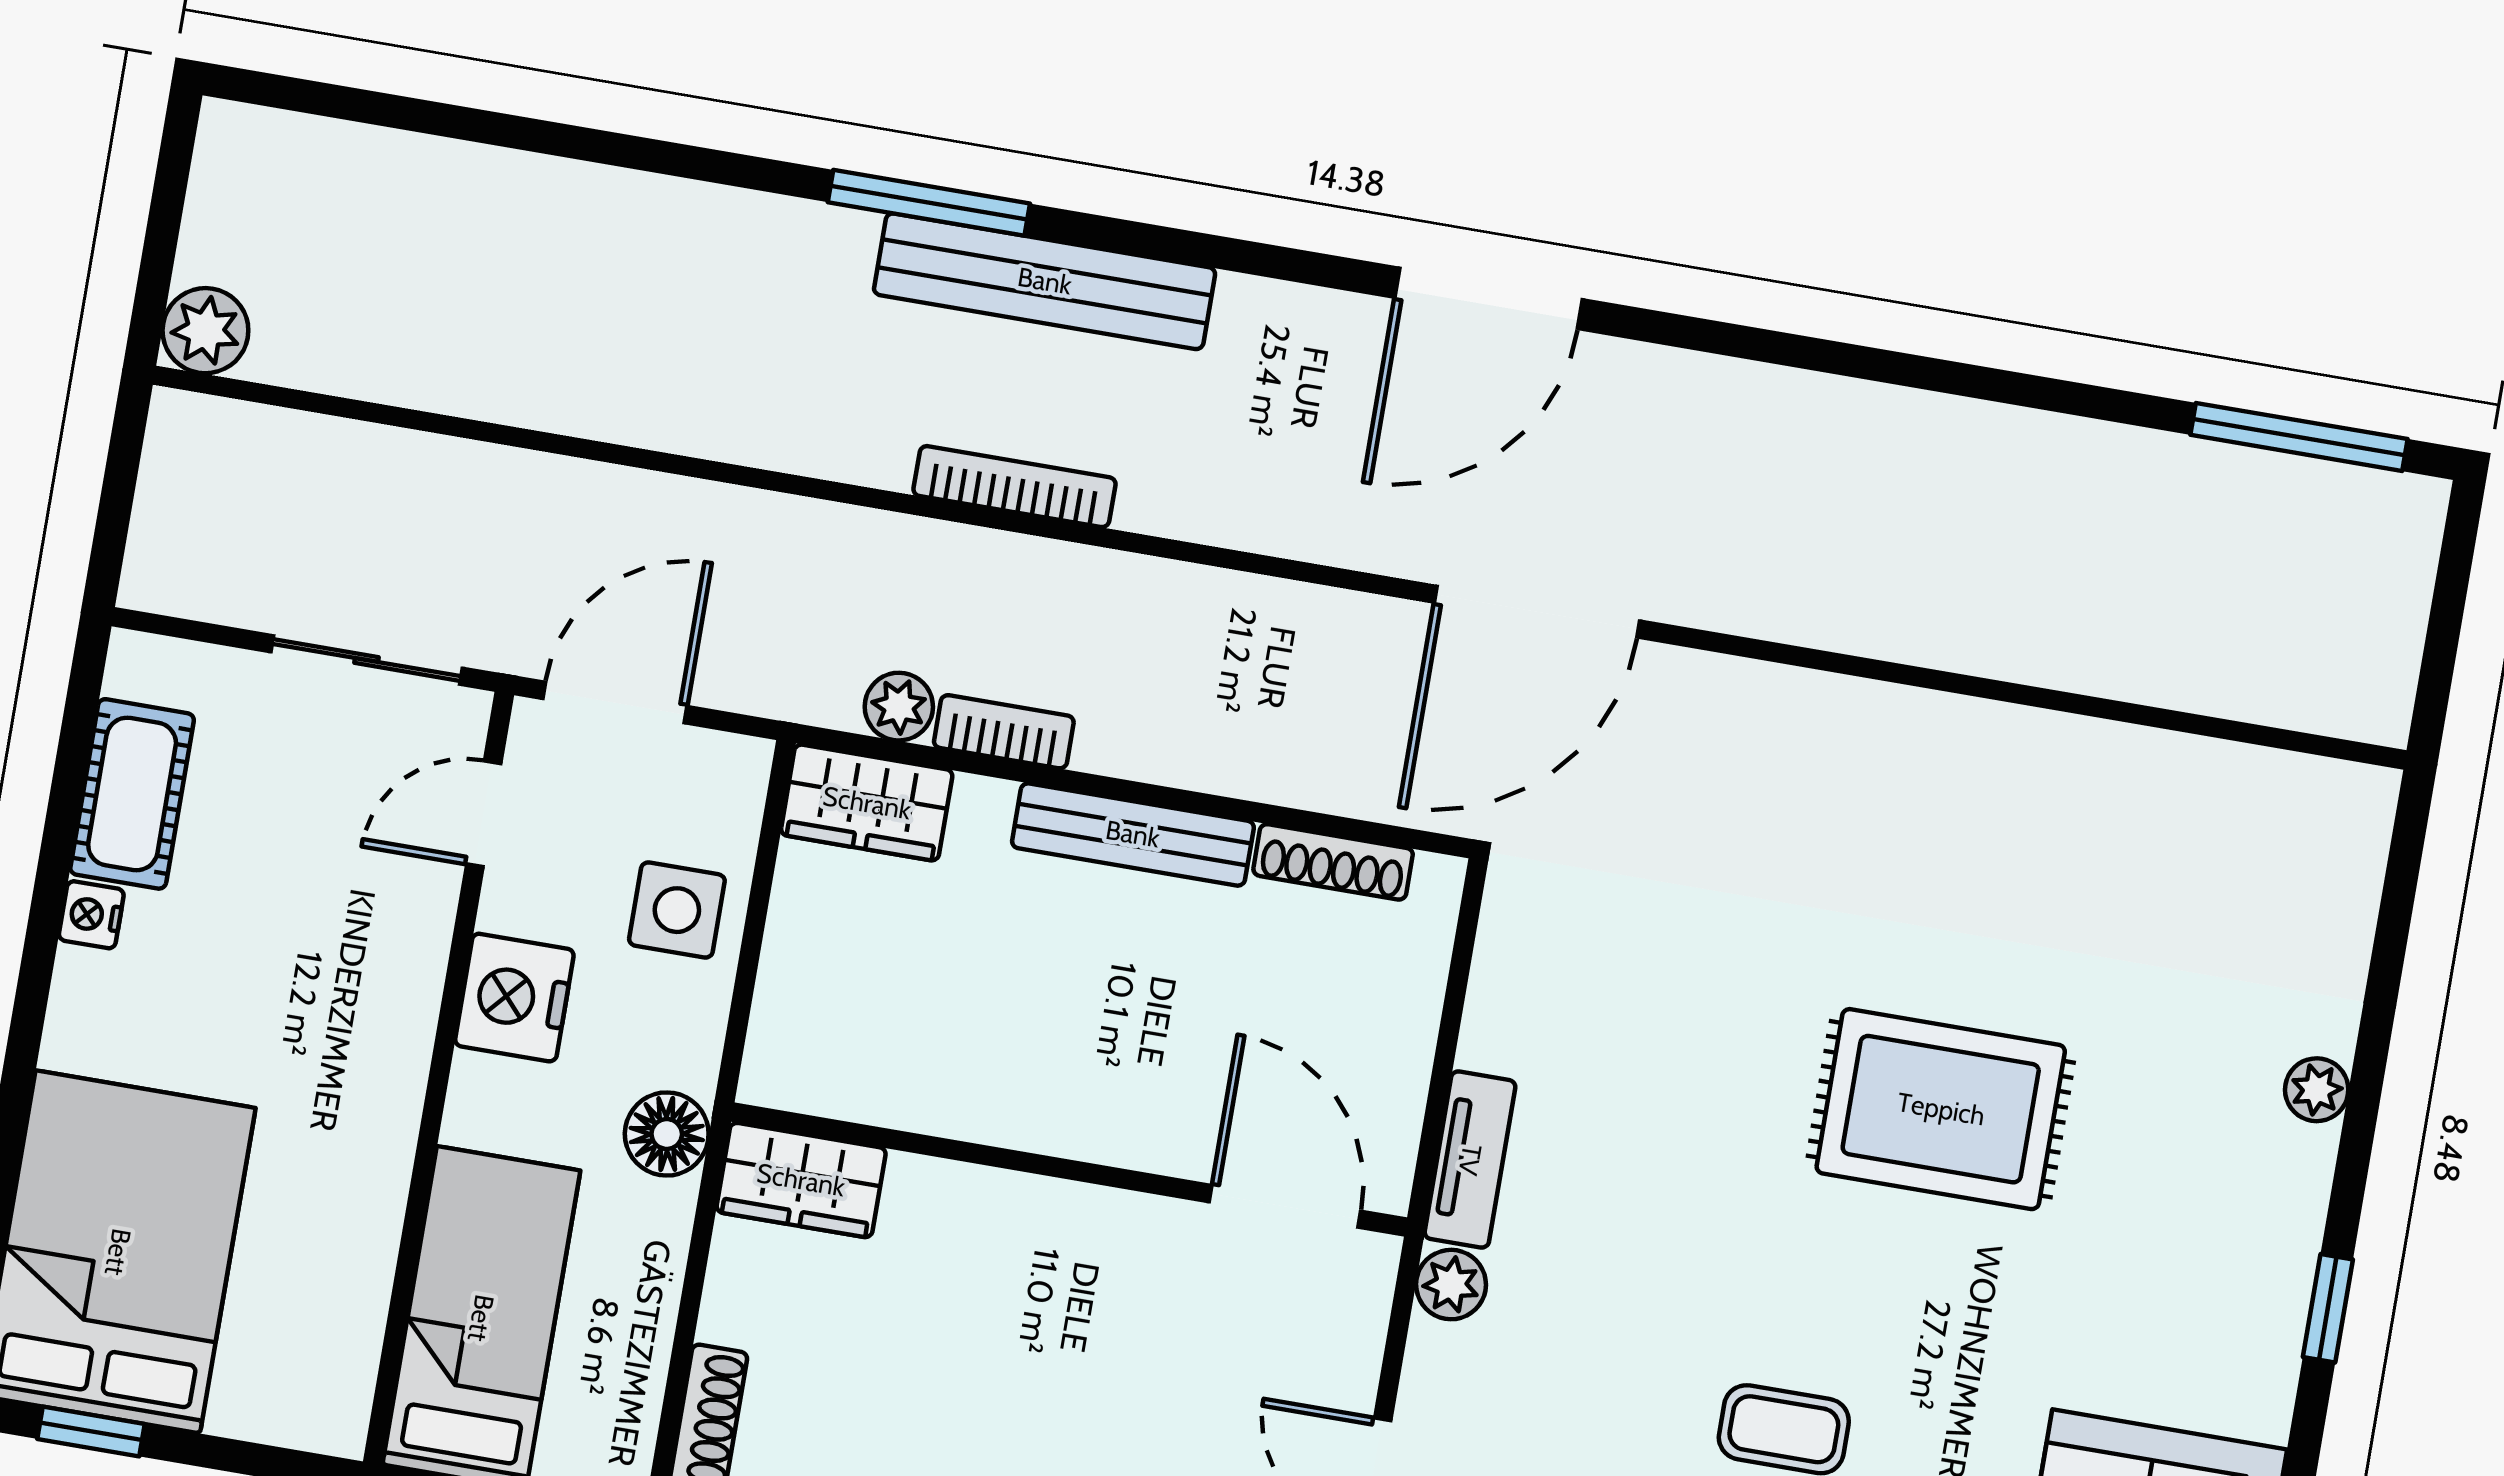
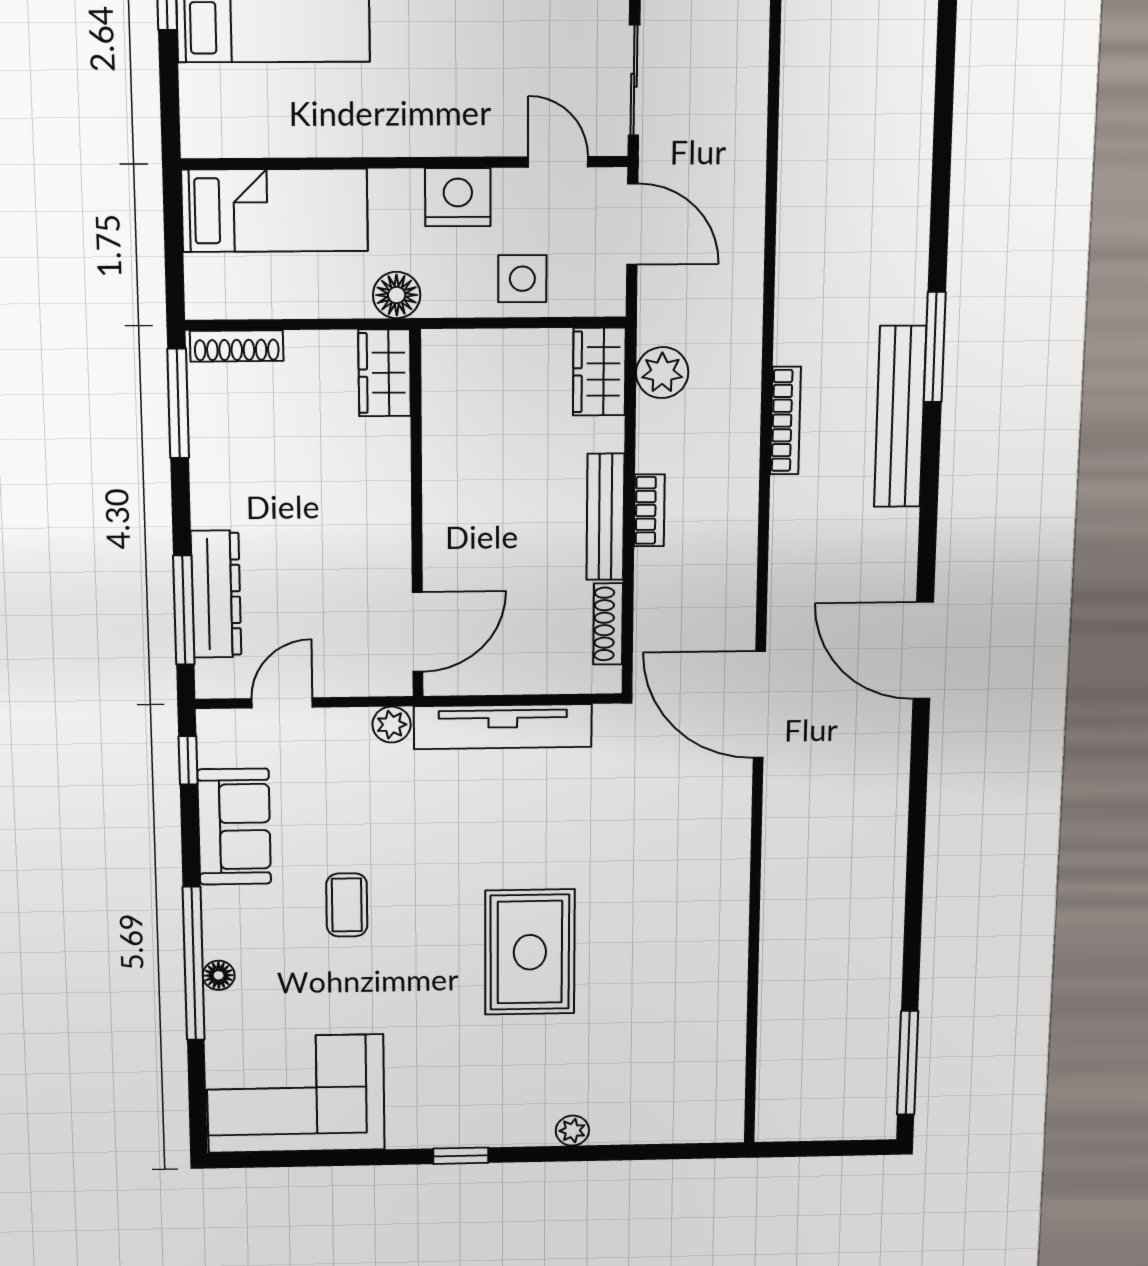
plant: (899, 707) -> (662, 373), width x1.38, depth x1.38
bookcase: (1004, 732) -> (649, 510), moved
tv unit: (1470, 1160) -> (503, 727), width x1.92, depth x1.29

